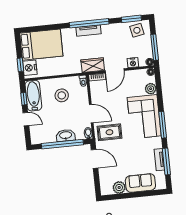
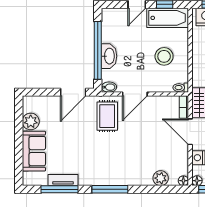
corner sofa: (144, 117) -> (123, 165), removed

